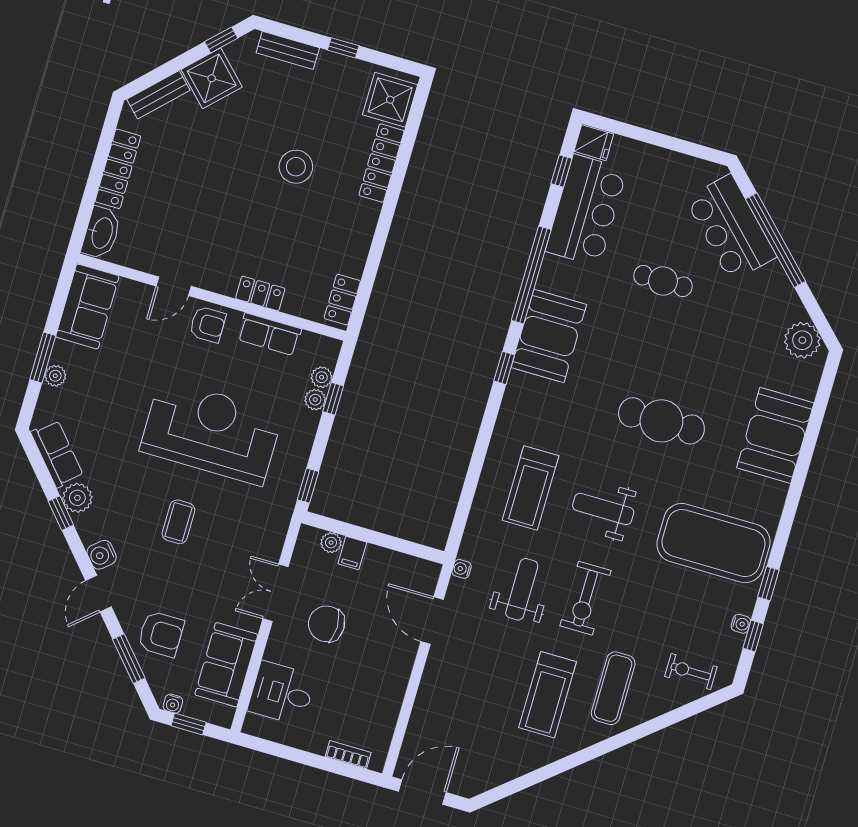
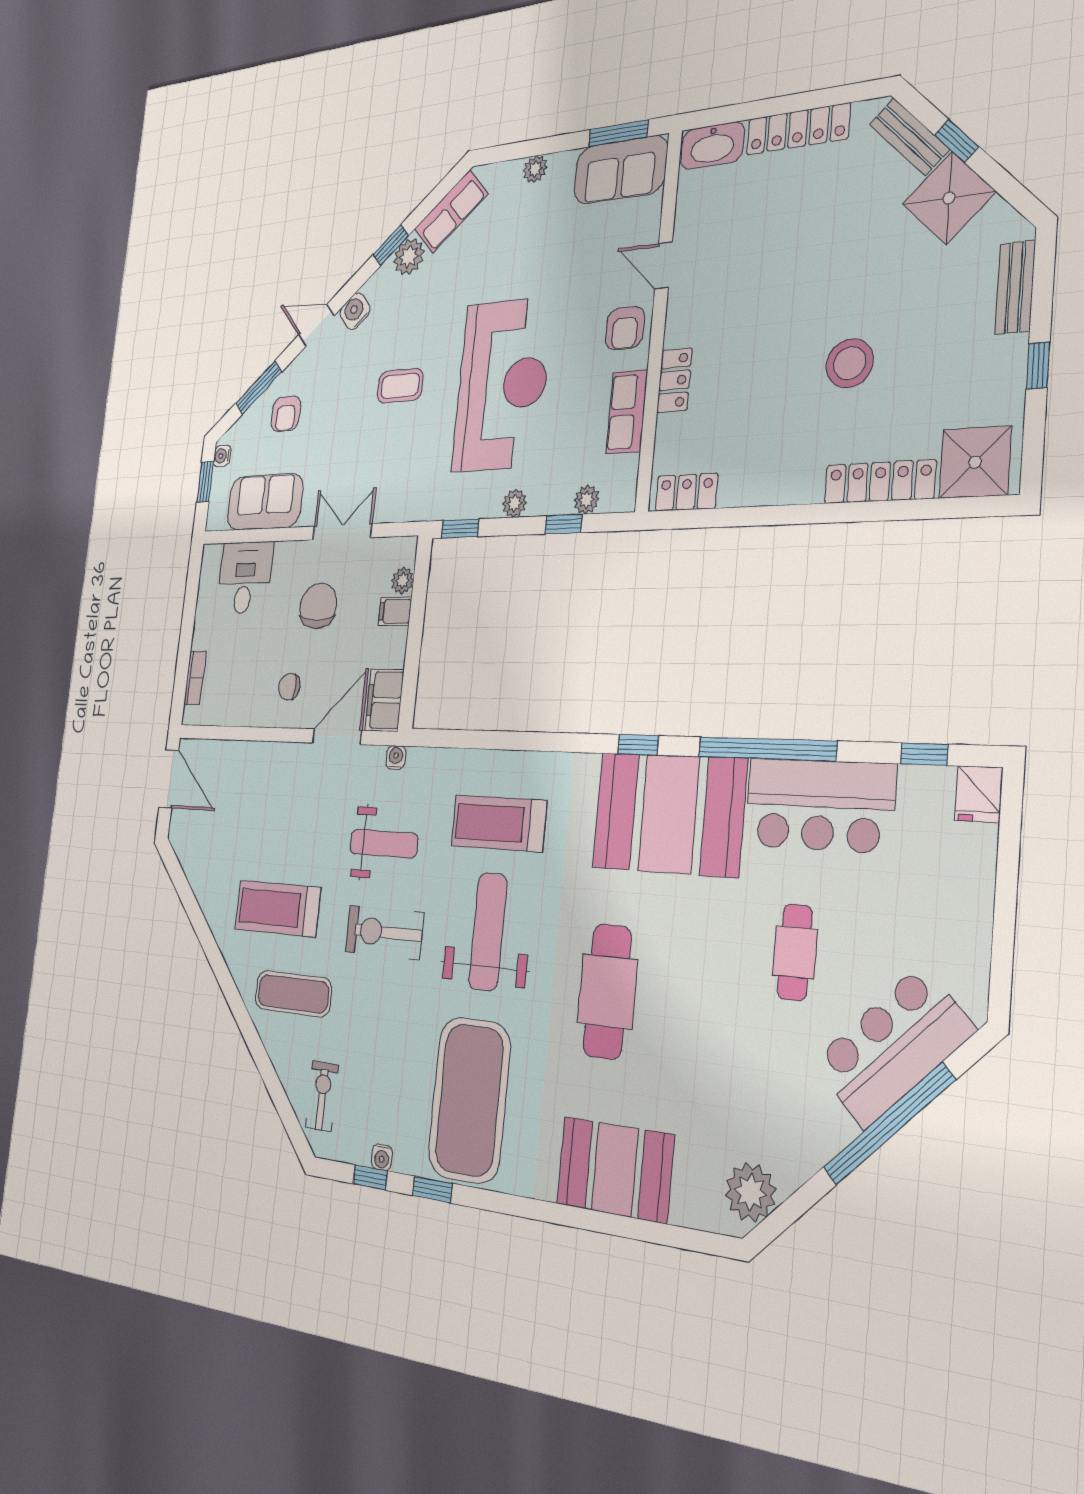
window: (221, 40) -> (957, 141), moved
bar counter: (586, 210) -> (819, 805), moved
booth: (549, 336) -> (669, 814), width x1.36, depth x1.42
window: (43, 358) -> (618, 133), moved
plant: (315, 400) -> (515, 503), moved
weight bench: (603, 509) -> (488, 932), width x1.36, depth x1.33
filing cabinet: (417, 573) -> (384, 700), added
armchair: (161, 634) -> (286, 414), width x0.72, depth x0.72
chair: (382, 660) -> (289, 687), added

